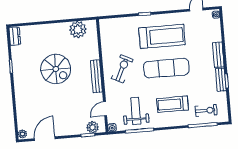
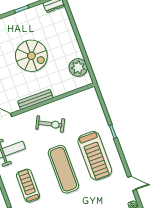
spiral stairs: (56, 69) -> (31, 56), turned -90

